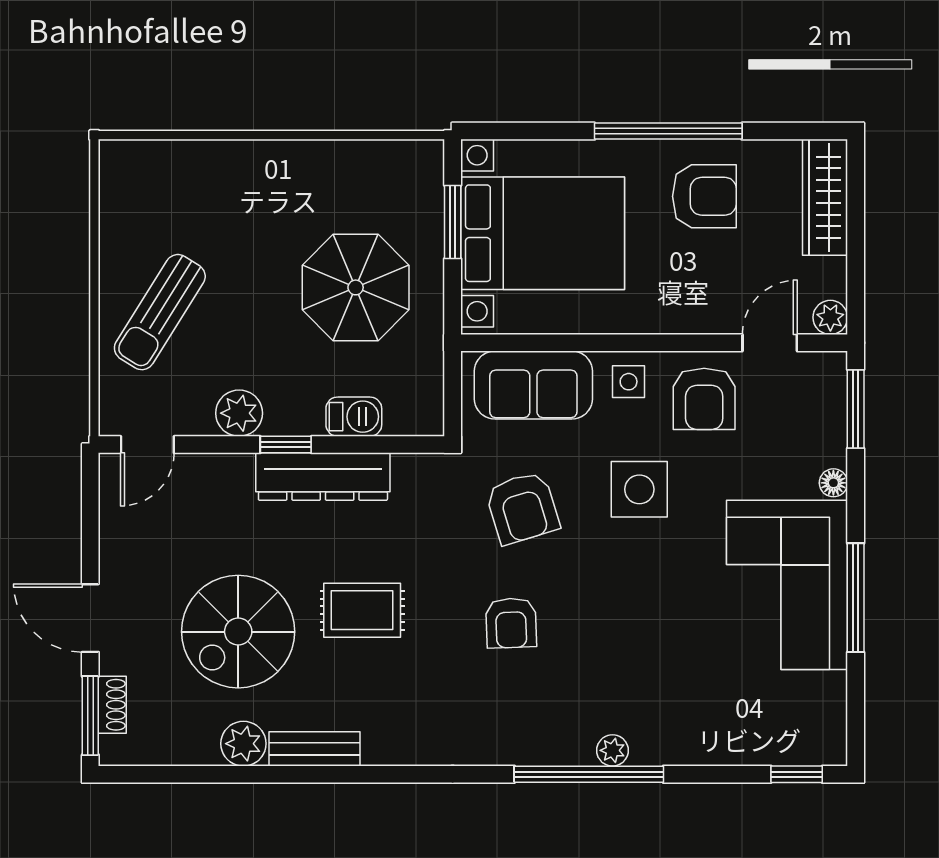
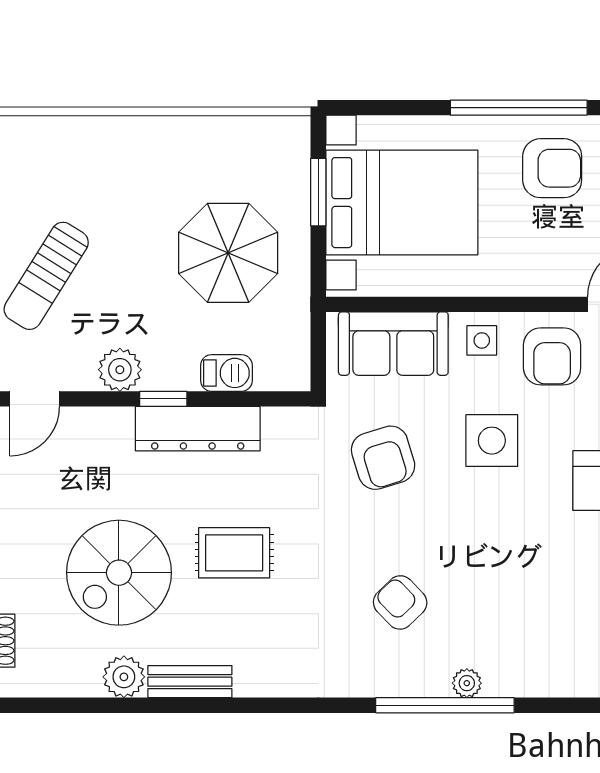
armchair: (511, 623) -> (400, 602), moved, turned 138

